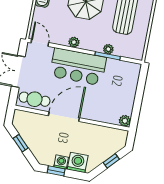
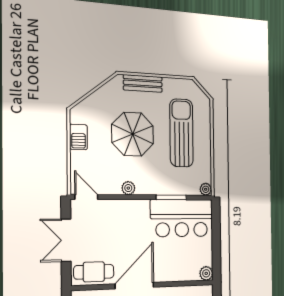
plant: (108, 49) -> (206, 189), moved
bar counter: (78, 67) -> (182, 218), moved

